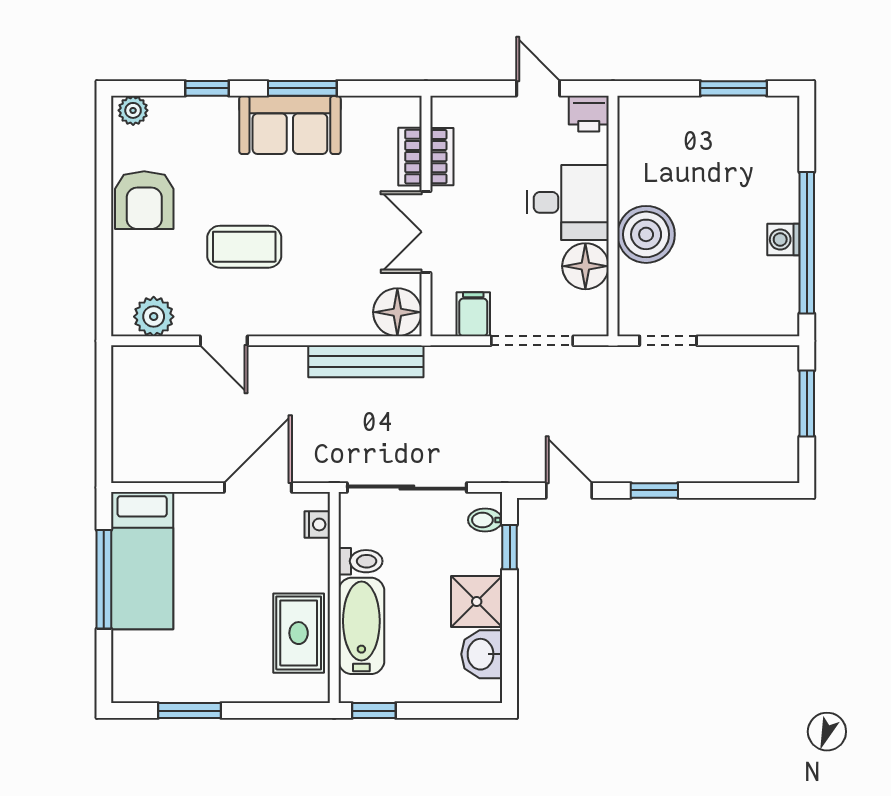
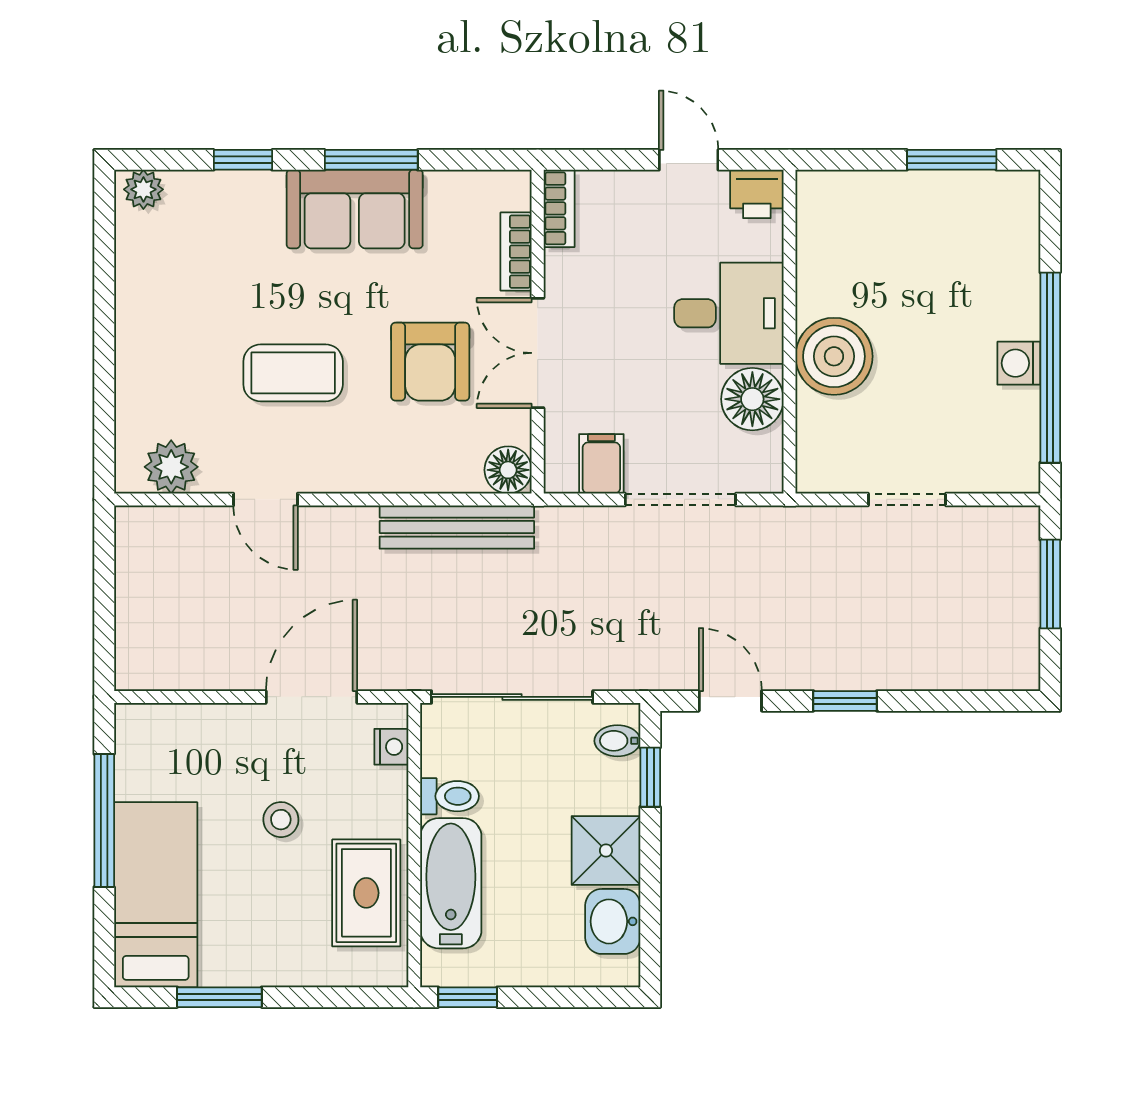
bookcase: (442, 157) -> (559, 208), moved
armchair: (144, 200) -> (430, 362), moved
floor lamp: (397, 312) -> (508, 470), width x0.73, depth x0.73
doorway: (668, 341) -> (907, 499), moved
bed: (142, 561) -> (156, 895), moved, turned 180
stool: (235, 579) -> (281, 820), added

